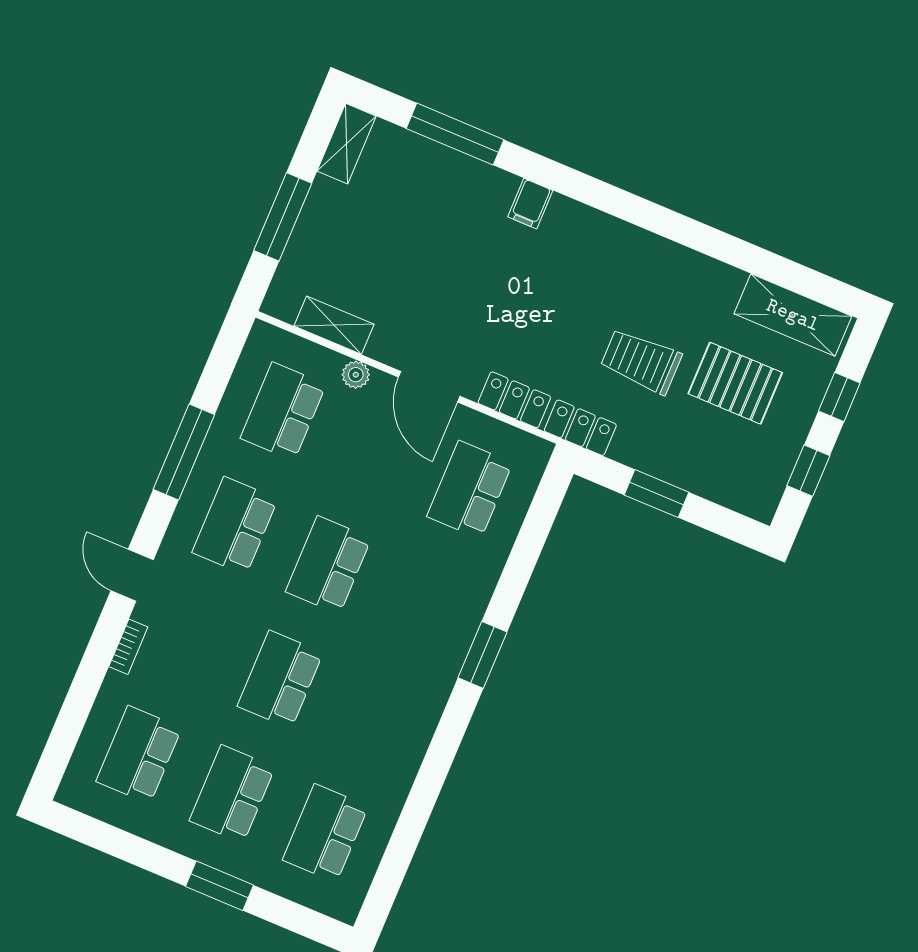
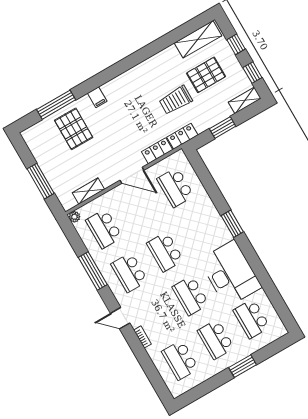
shelving: (347, 144) -> (245, 100), moved, turned 90
pallet: (434, 204) -> (74, 129), added
plant: (356, 375) -> (74, 217), moved
desk: (382, 725) -> (230, 274), added

